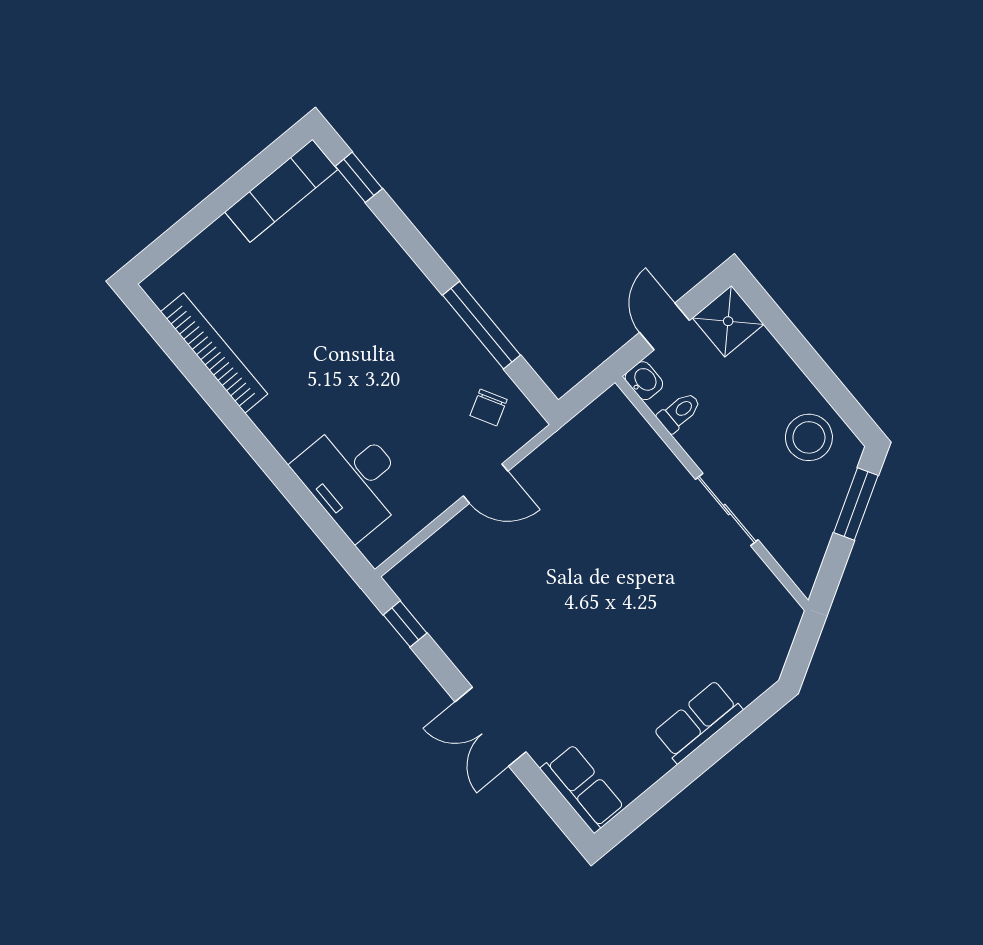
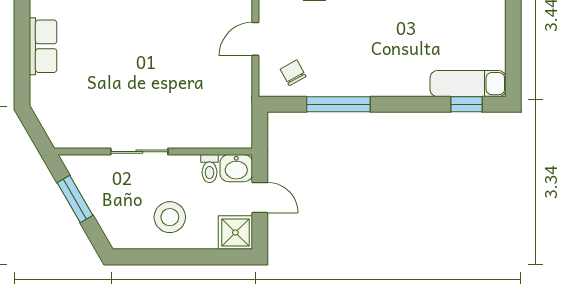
exam couch: (281, 191) -> (468, 84), moved, turned 90
washbasin: (644, 381) -> (236, 168), width x1.38, depth x1.45
stool: (809, 437) -> (170, 217), moved
window: (856, 504) -> (75, 199), moved

